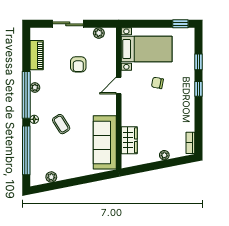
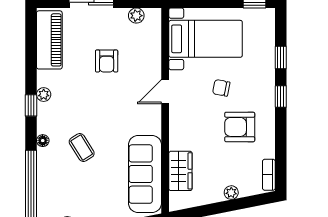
piano: (37, 55) -> (49, 40), width x1.37, depth x1.33
window: (26, 95) -> (31, 105), width x0.32
armchair: (170, 110) -> (240, 127), added

